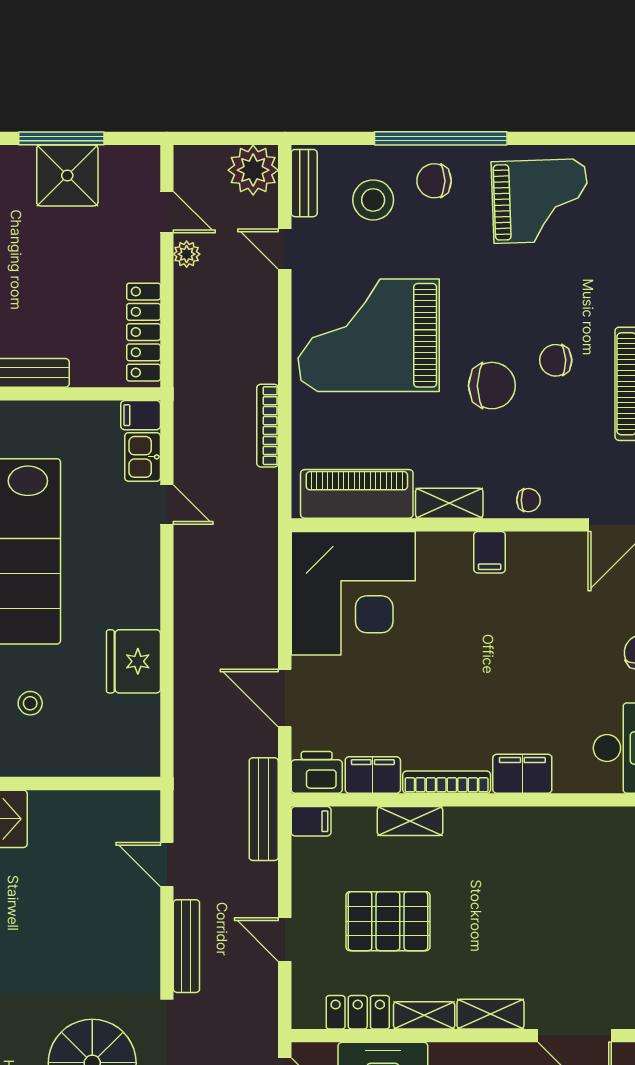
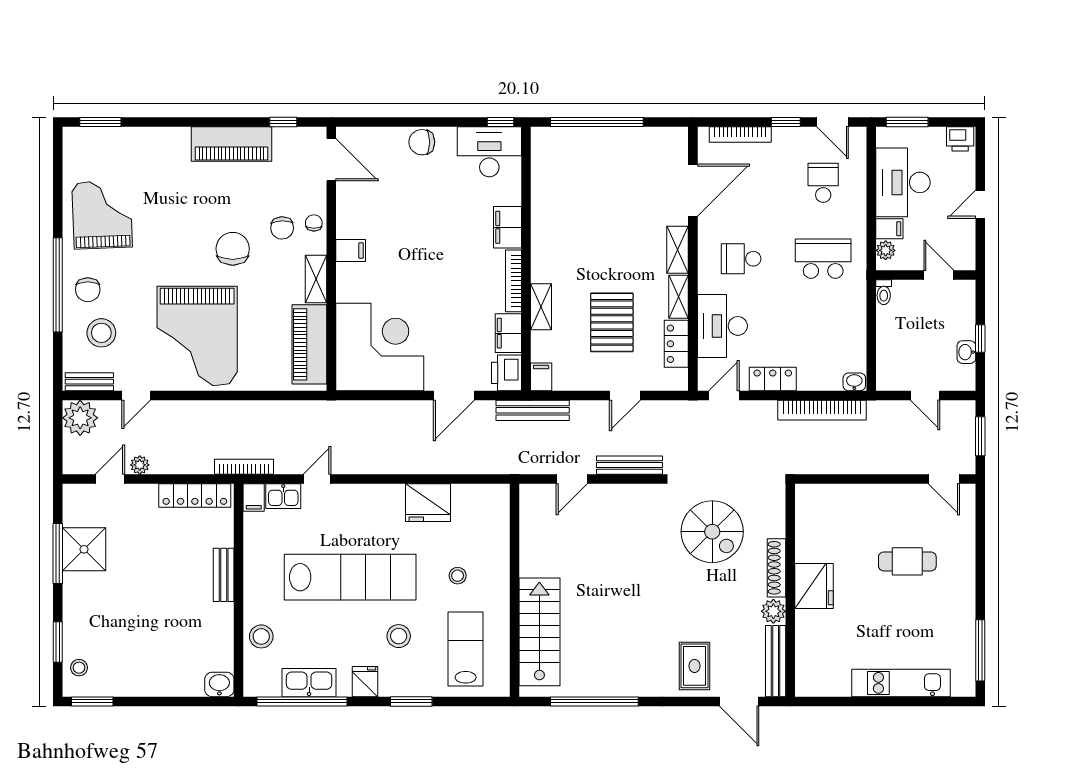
chair: (556, 360) -> (282, 228), moved
bookcase: (268, 426) -> (244, 467), moved, turned 180

